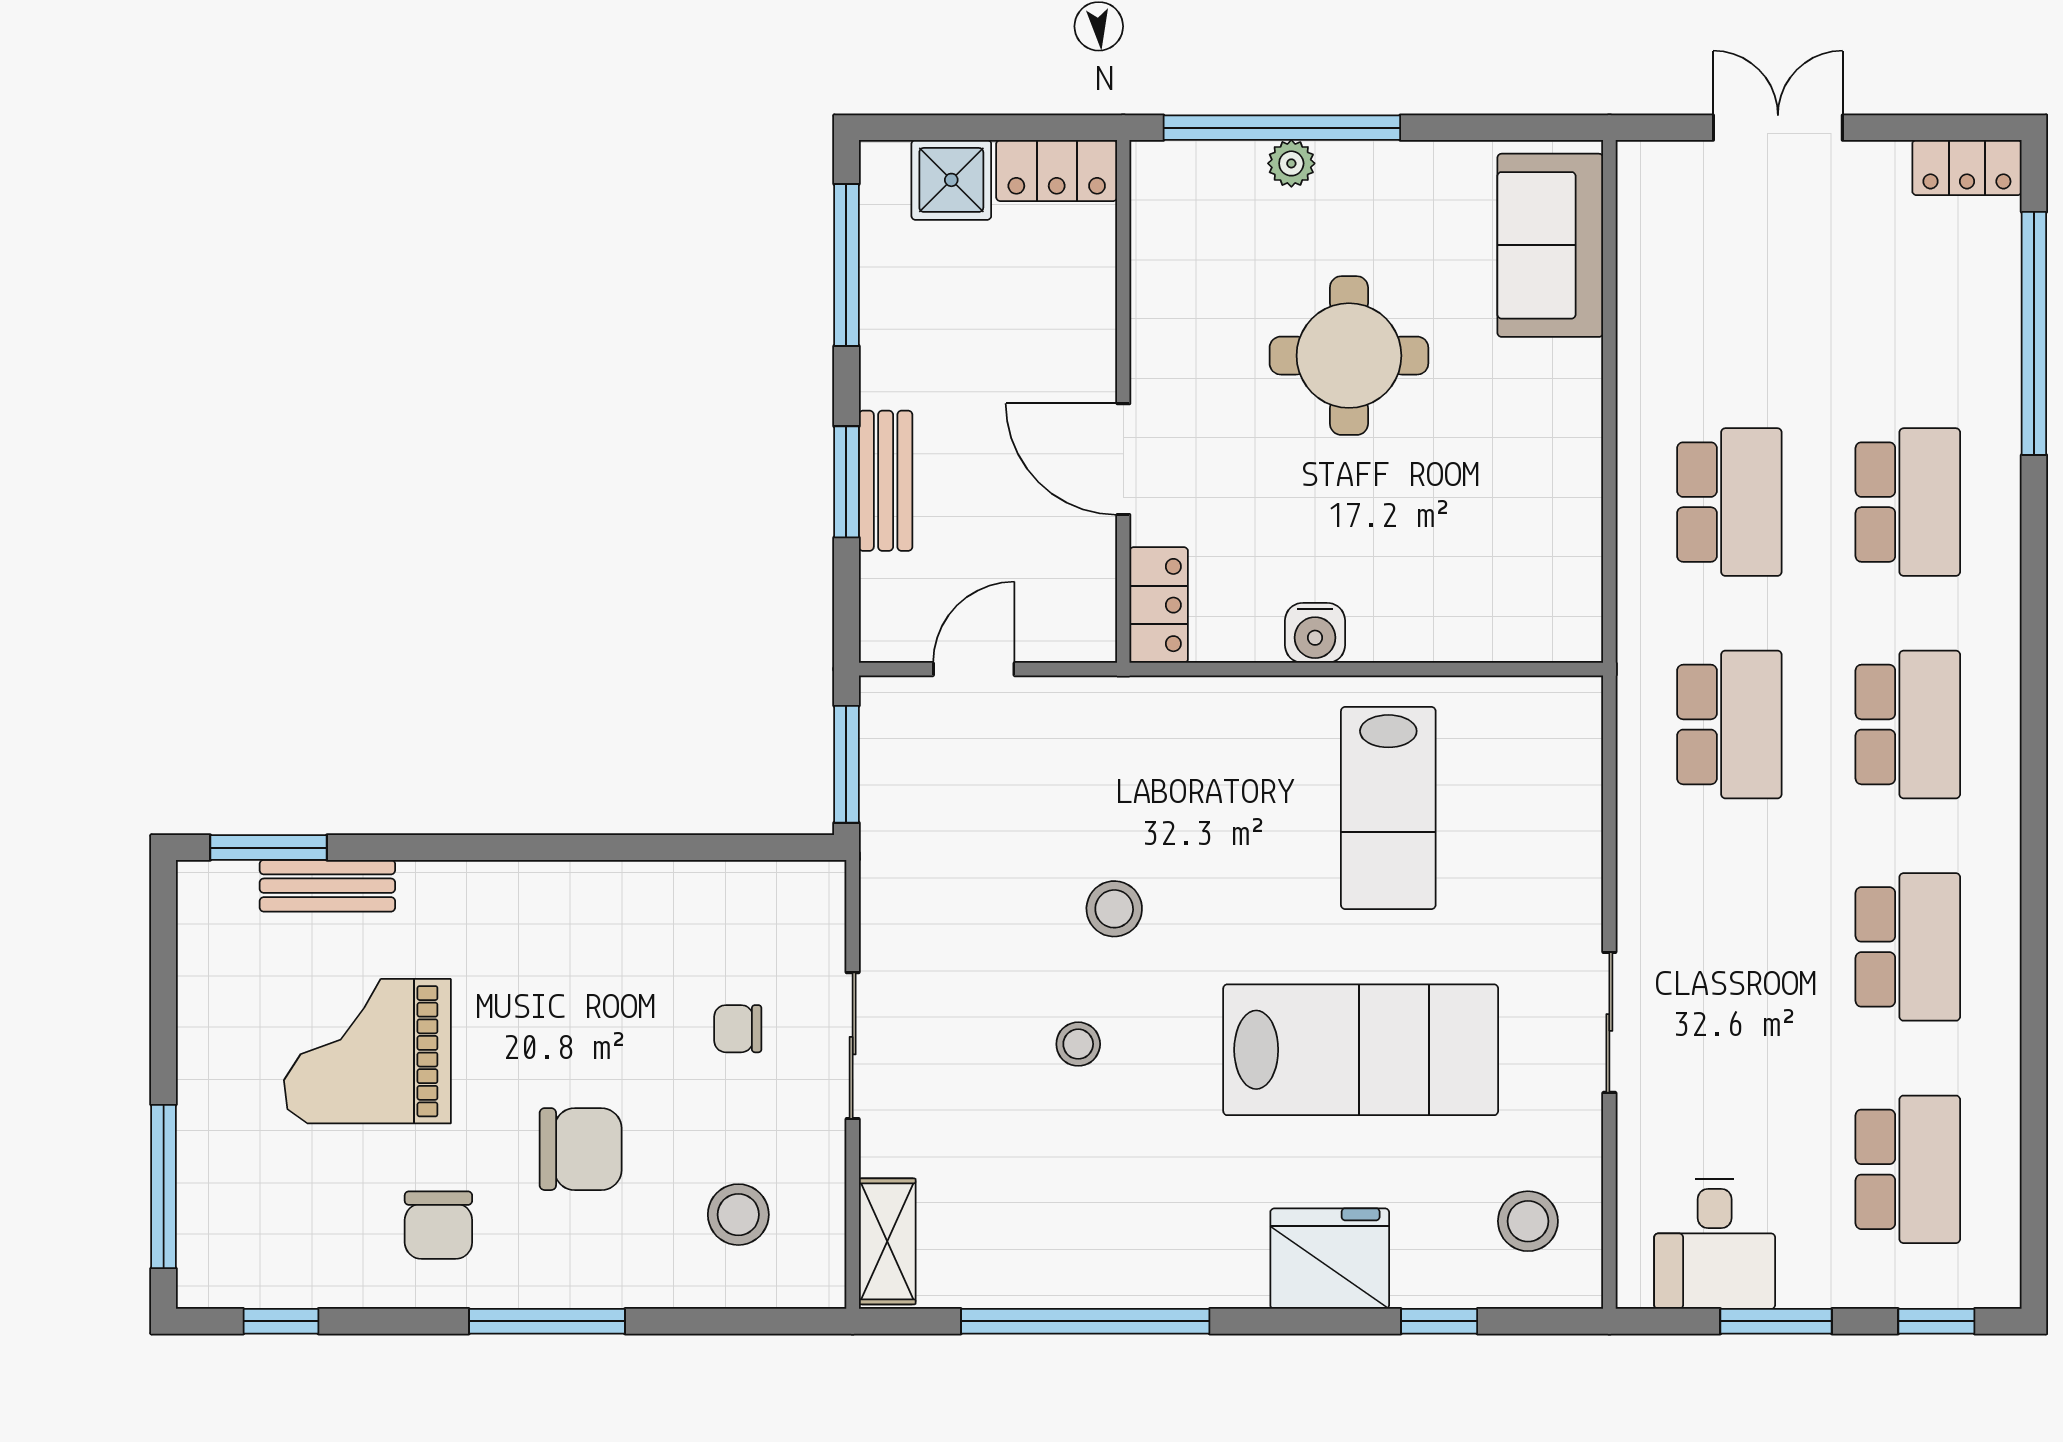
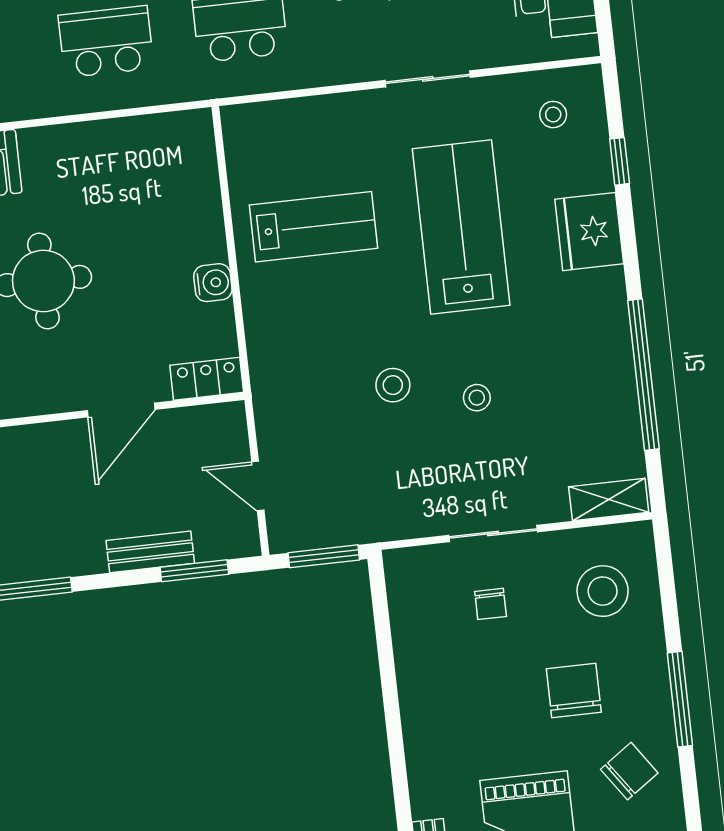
window: (846, 482) -> (194, 571), moved
stool: (738, 1215) -> (603, 591), width x1.38, depth x1.38
stool: (1528, 1221) -> (553, 115), width x0.73, depth x0.73
chair: (438, 1225) -> (629, 771), turned -35

